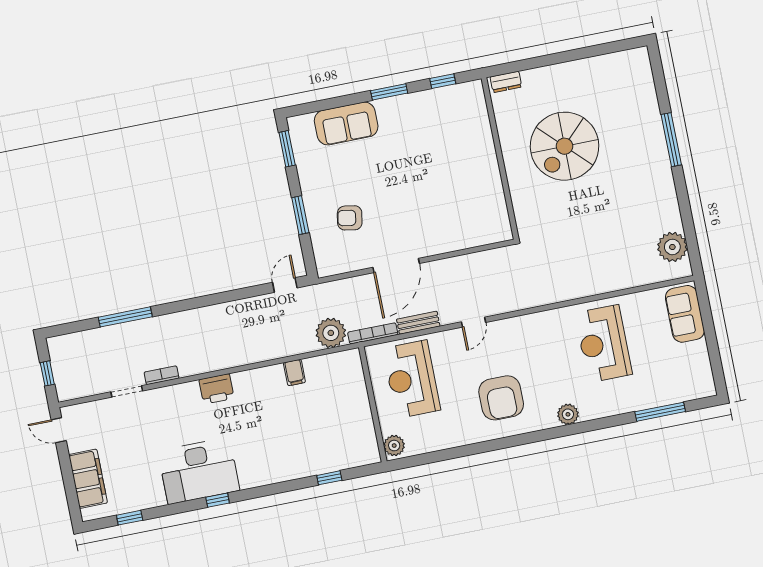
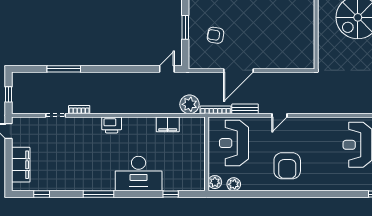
filing cabinet: (294, 373) -> (168, 124), width x2.00
plant: (568, 414) -> (234, 184), moved
desk: (199, 471) -> (139, 174), moved
window: (218, 500) -> (98, 194), width x2.17

